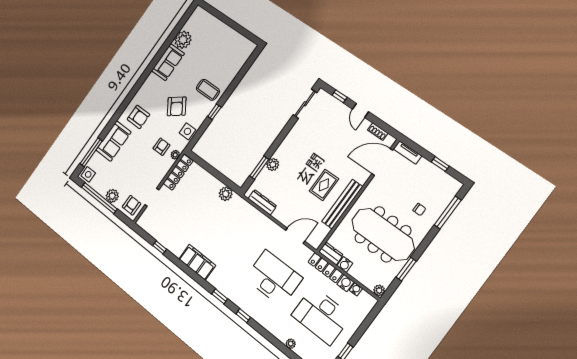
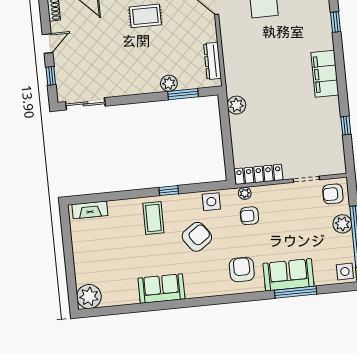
plant: (183, 40) -> (89, 297), moved
fireplace: (244, 56) -> (90, 210), added
window: (91, 152) -> (296, 292), moved

